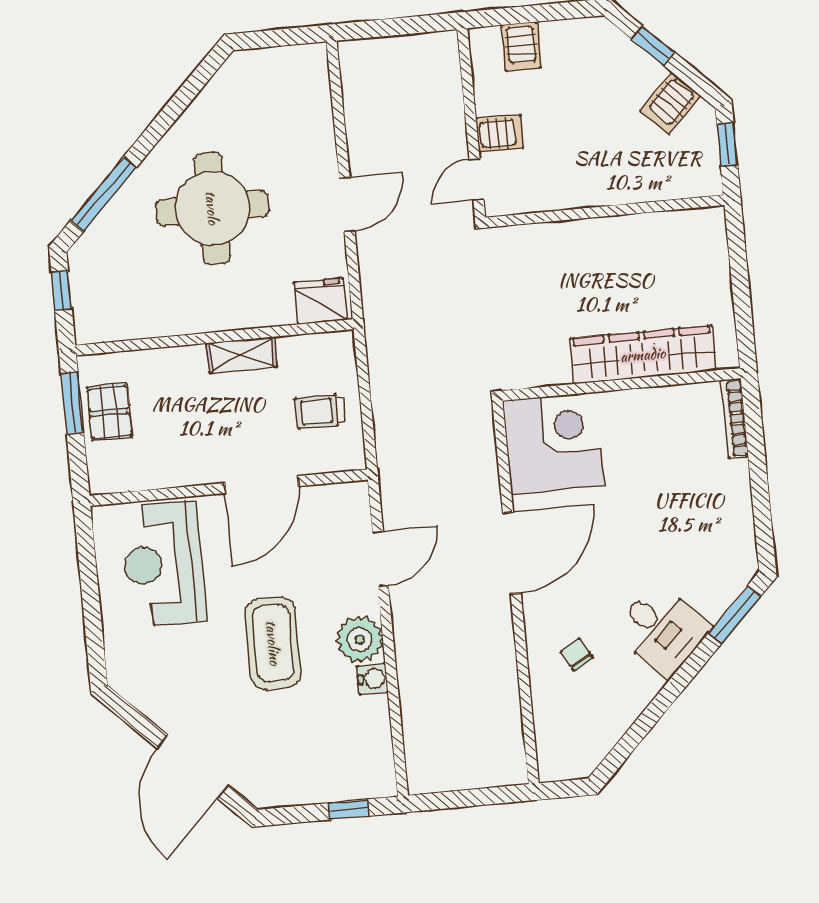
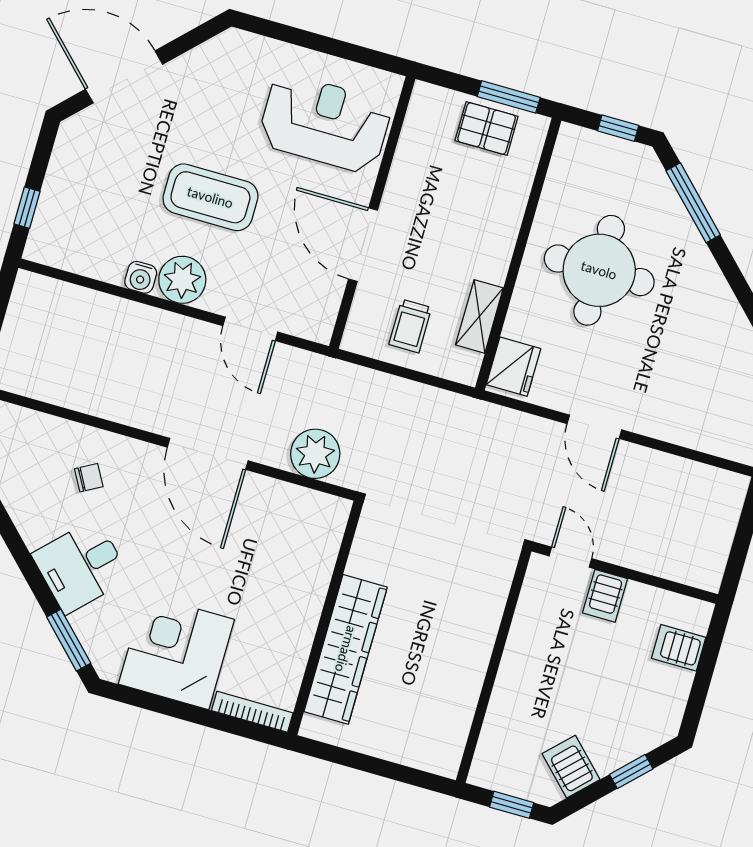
round table: (212, 208) -> (599, 270), moved
shelving: (242, 355) -> (479, 316), moved
trolley: (320, 411) -> (410, 326), turned 180
corner desk: (553, 443) -> (176, 652), moved, turned 180
plant: (473, 453) -> (315, 454), added

